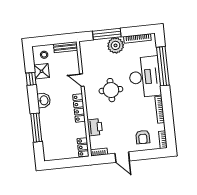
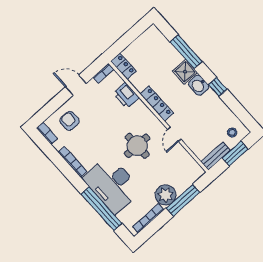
window: (52, 40) -> (235, 154), added
shower: (42, 71) -> (185, 72), moved
window: (31, 79) -> (218, 87), moved
door: (82, 80) -> (174, 134), swing flipped

